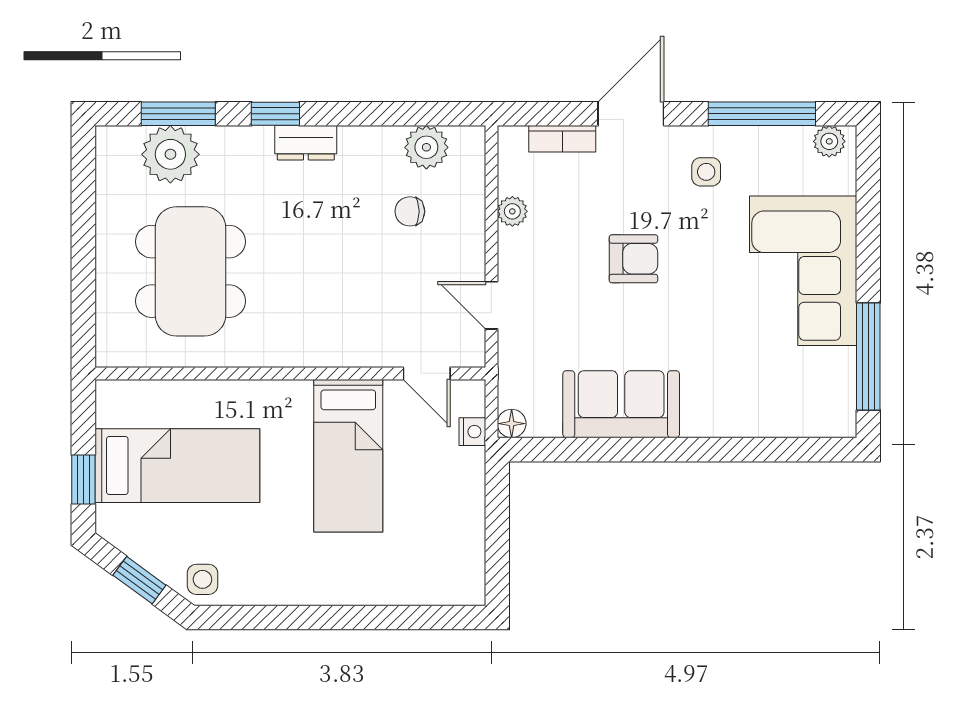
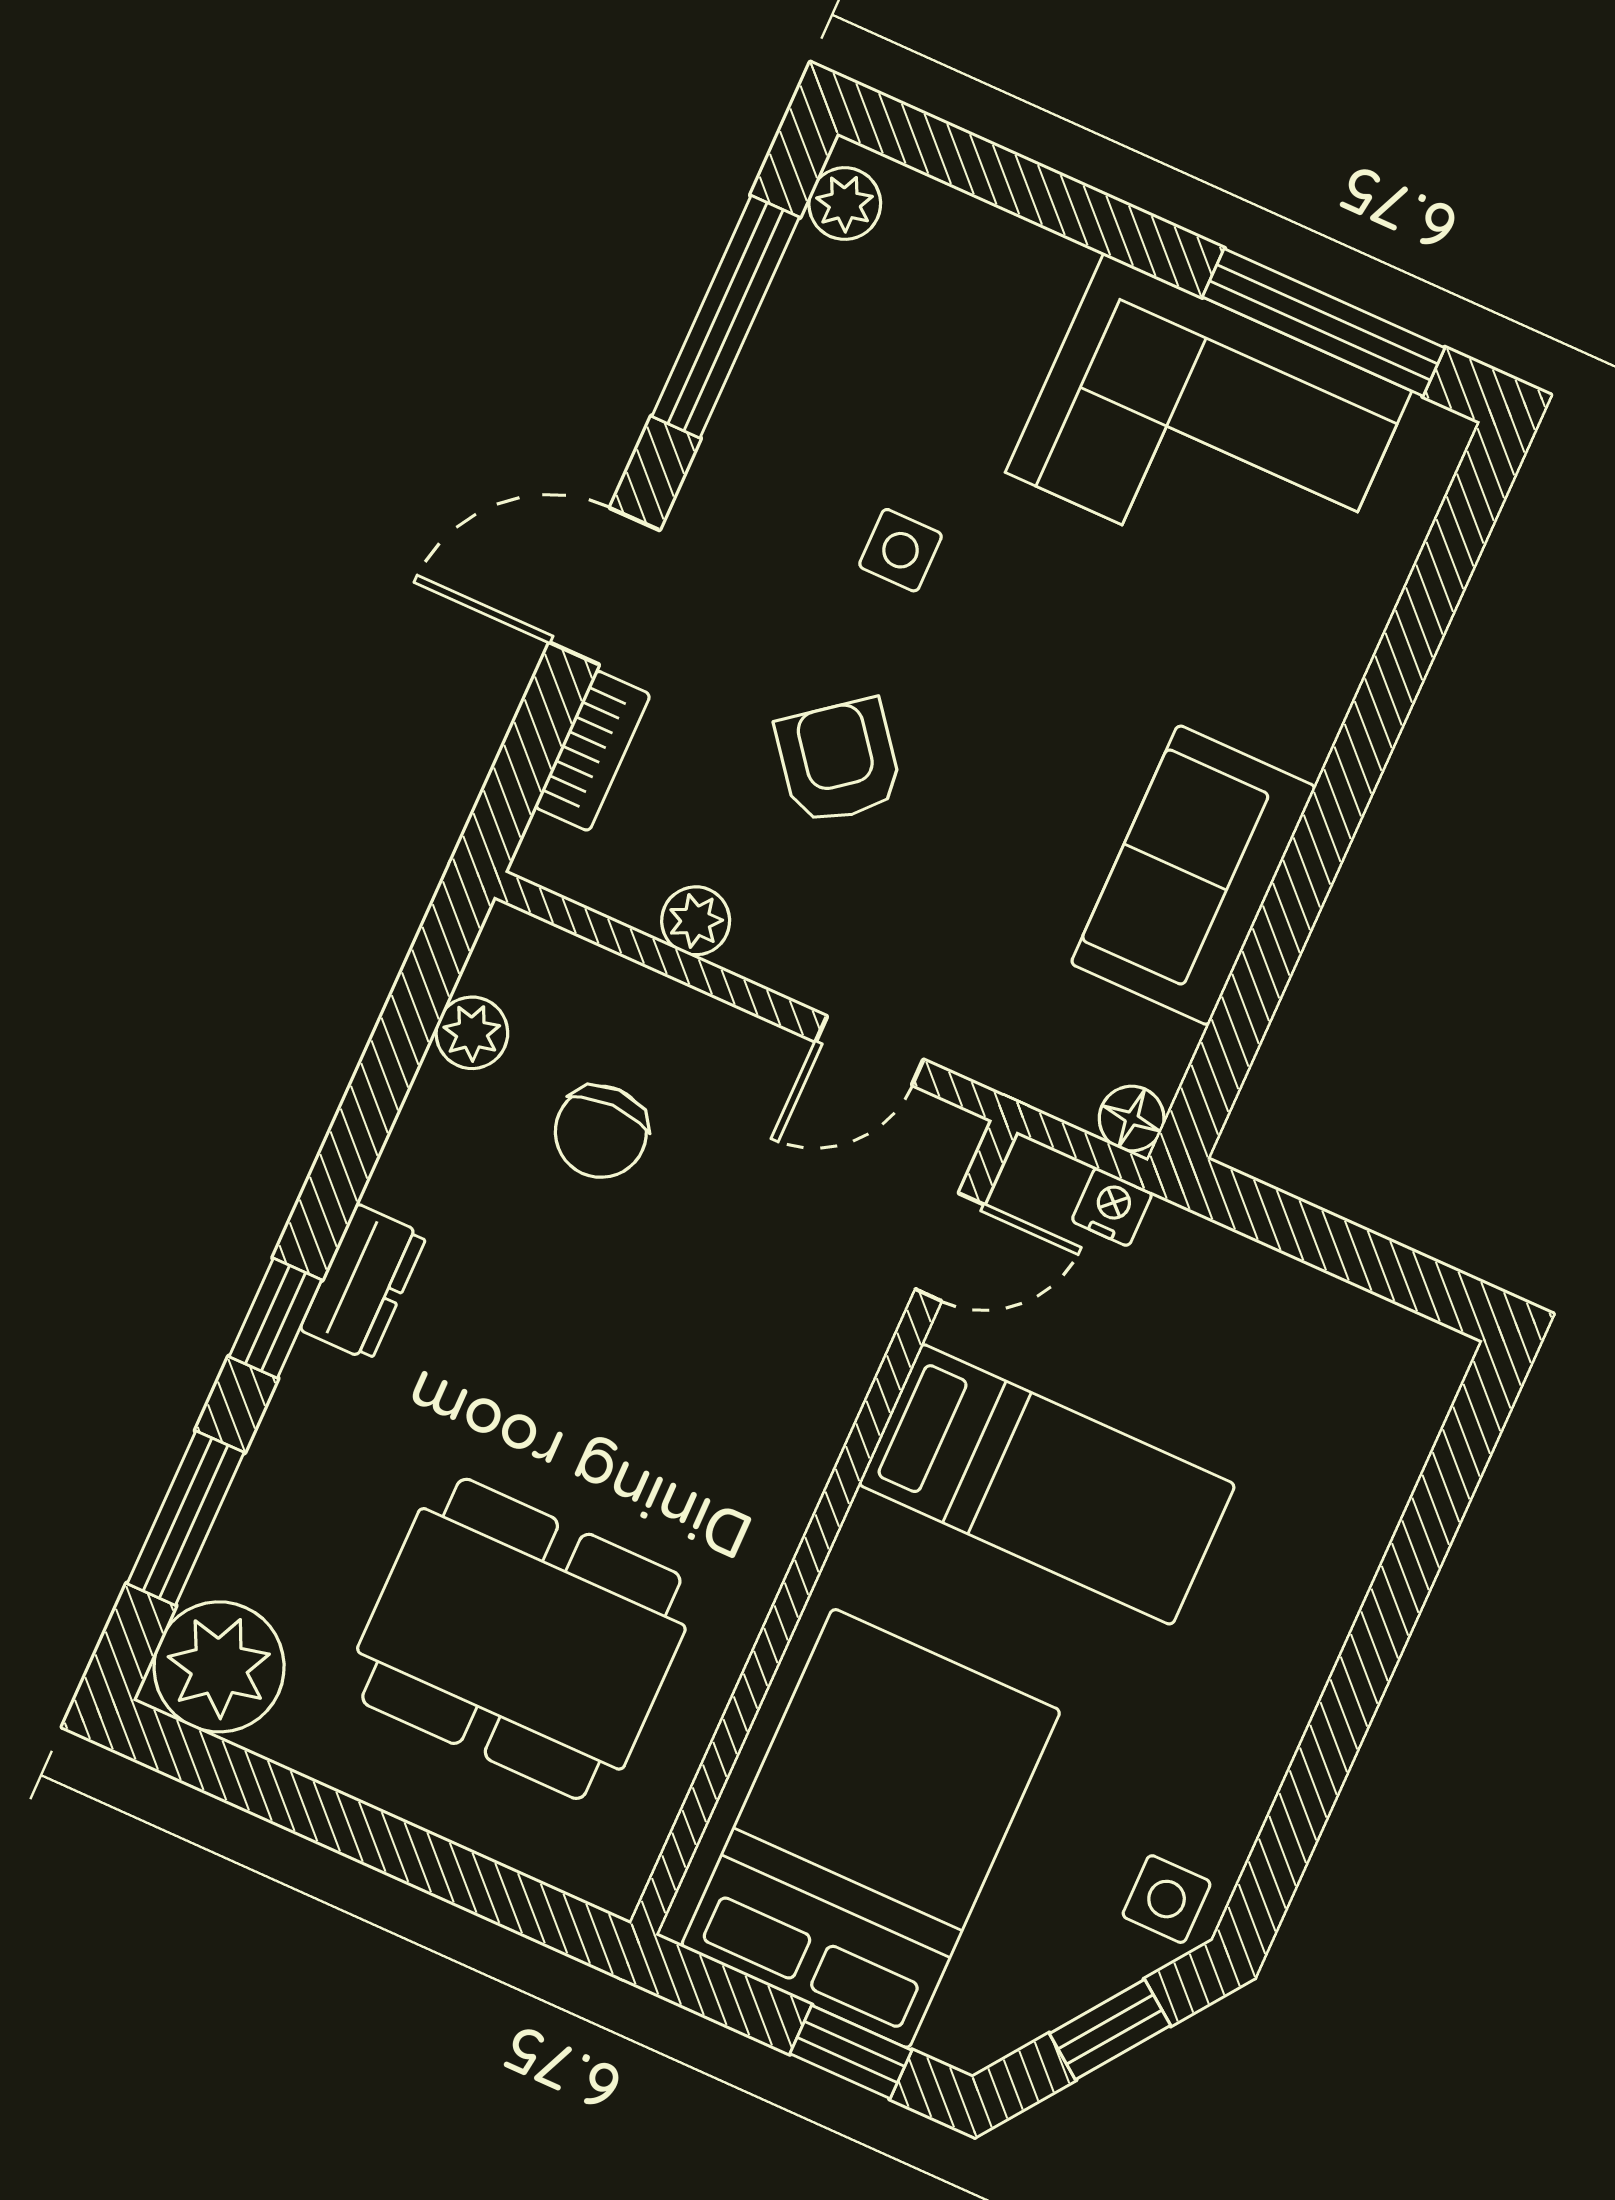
door: (631, 114) -> (604, 586), hinge flipped
plant: (426, 147) -> (472, 1033), width x0.73, depth x0.73
plant: (170, 154) -> (219, 1667), moved
side table: (706, 172) -> (900, 550), moved
chair: (410, 211) -> (601, 1132), width x1.37, depth x1.37
armchair: (633, 259) -> (839, 762), moved, turned -38
corner sofa: (803, 271) -> (1208, 432), moved
bed: (177, 466) -> (871, 1828), width x1.50

